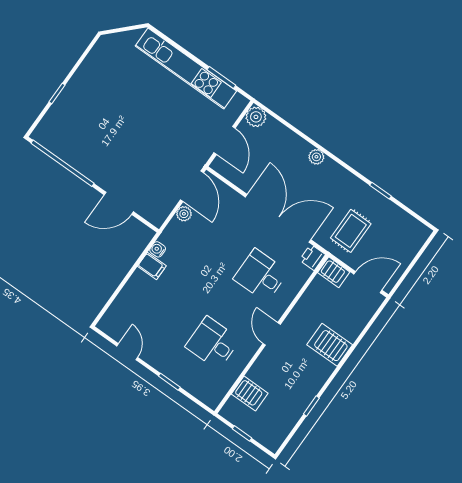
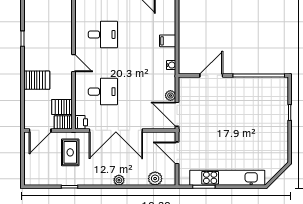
plant: (256, 117) -> (155, 179), moved
filing cabinet: (152, 266) -> (168, 41), moved
server rack: (250, 394) -> (62, 107), moved

